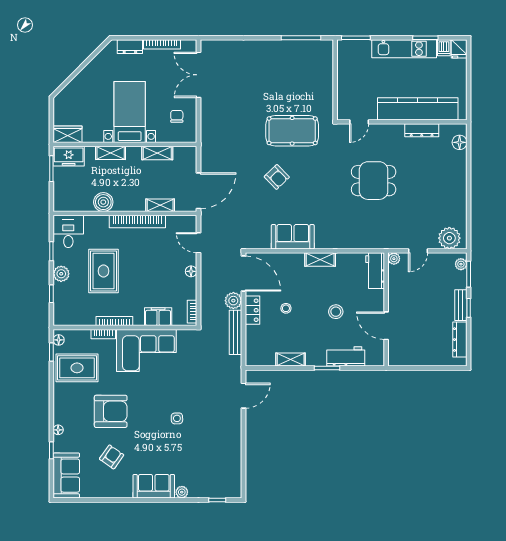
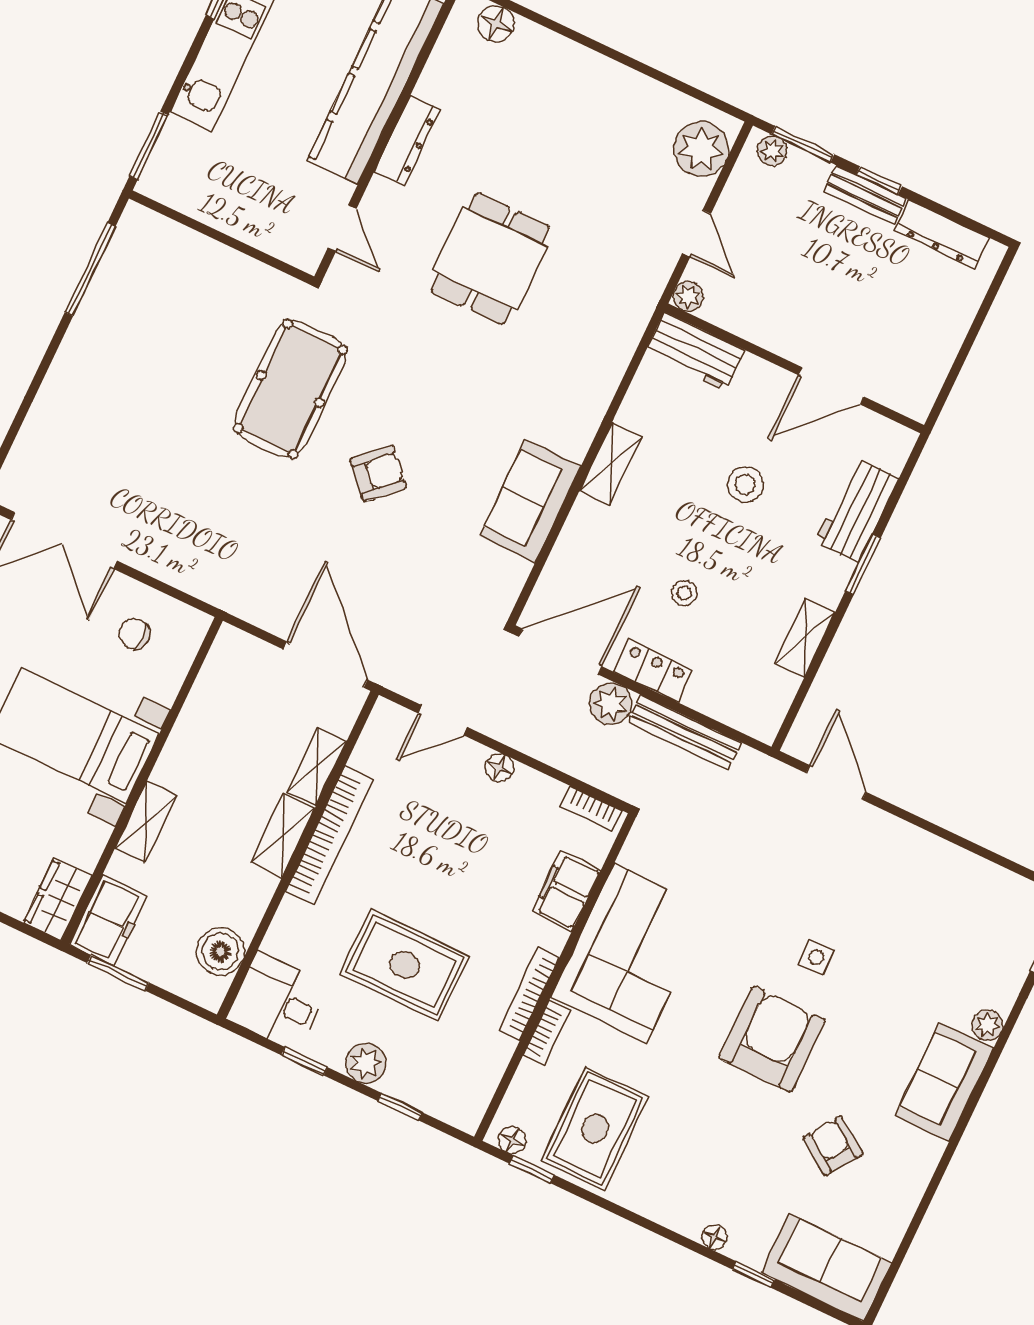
dresser: (422, 130) -> (407, 140), moved
shelving: (157, 153) -> (283, 835), moved
boiler: (103, 202) -> (220, 952), moved
armchair: (111, 411) -> (772, 1039), moved

